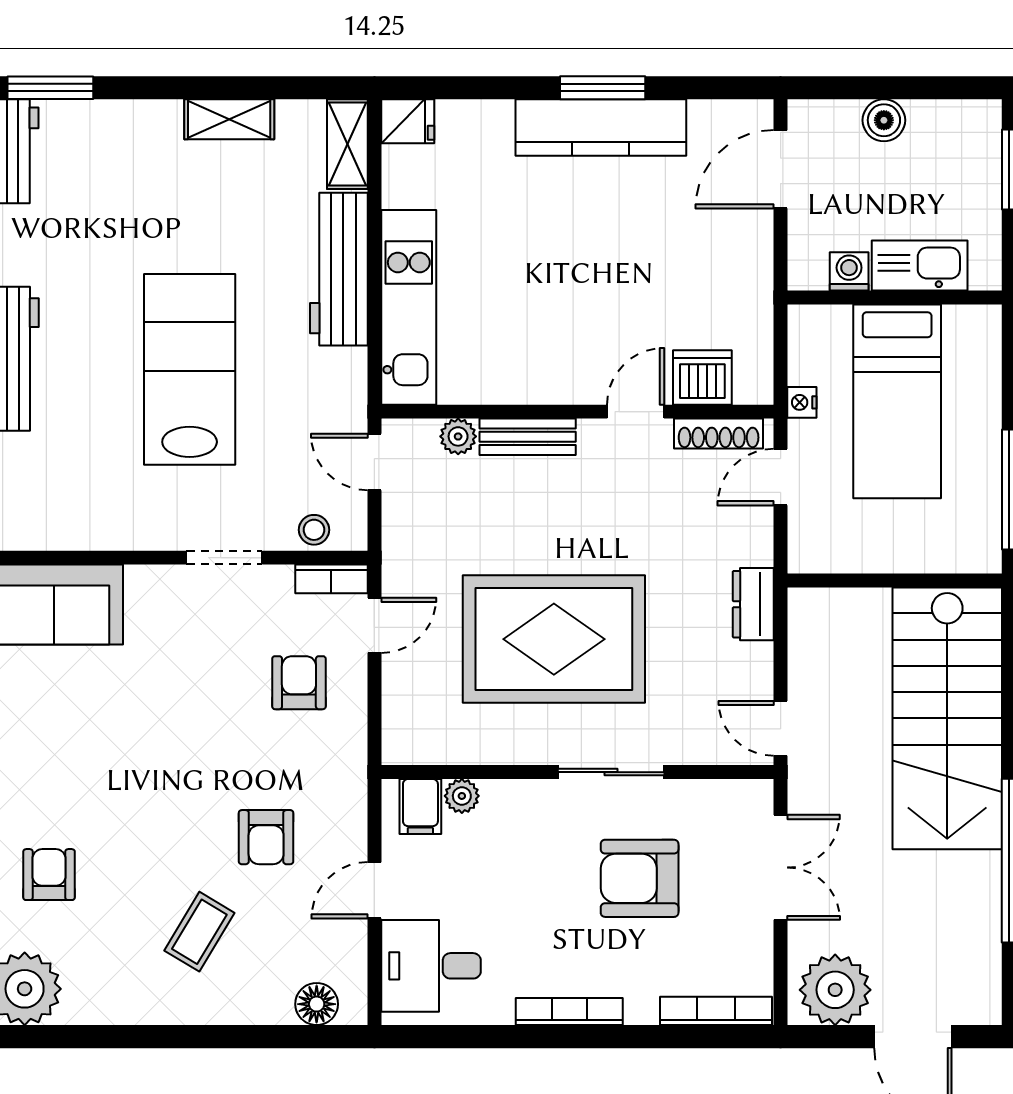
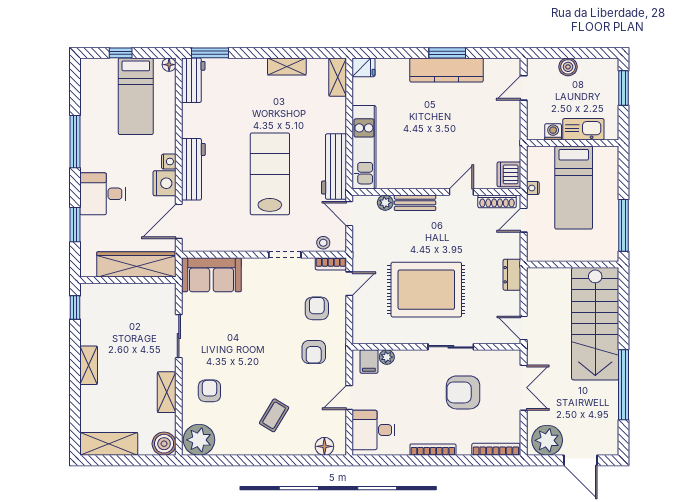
door: (781, 169) -> (524, 88), width x0.73
workbench: (339, 269) -> (334, 167), moved
dishwasher: (702, 377) -> (509, 174), moved, turned -90
armchair: (266, 837) -> (314, 352), moved

